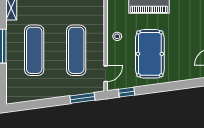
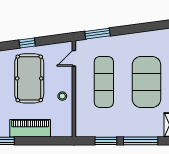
exercise mat: (34, 50) -> (146, 82), width x1.47
window: (127, 92) -> (27, 43), moved

